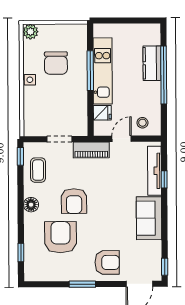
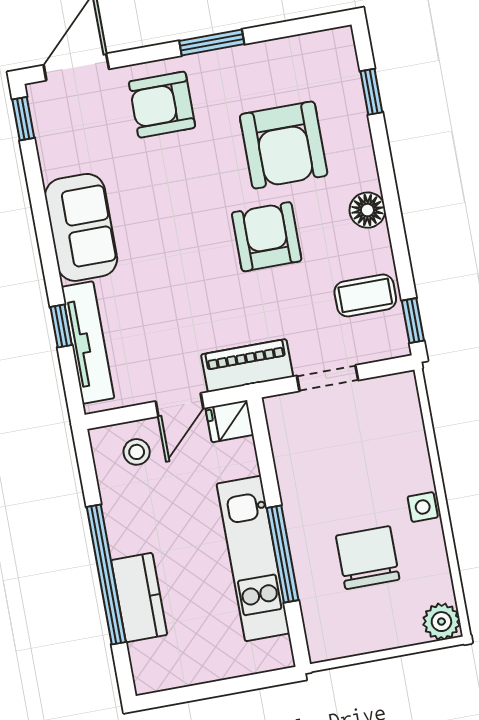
fridge: (102, 113) -> (230, 421), moved
coffee table: (38, 170) -> (365, 295), turned 90

